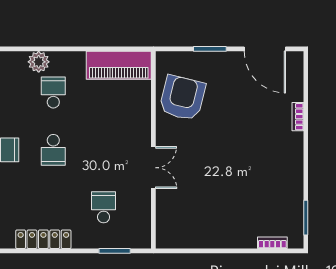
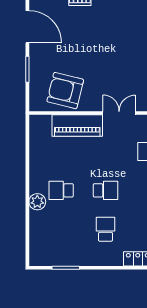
door: (265, 49) -> (27, 27), hinge flipped
piano: (119, 65) -> (77, 126), moved, turned 90

